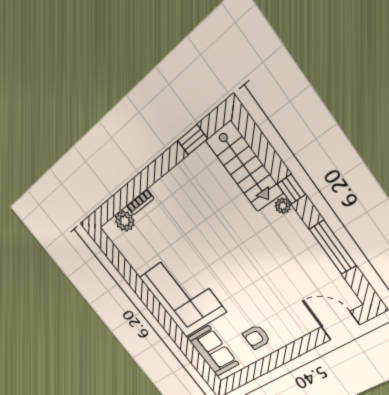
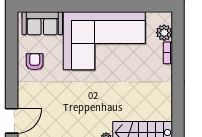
window: (193, 140) -> (178, 114), removed
corner sofa: (182, 294) -> (104, 41), width x1.36, depth x1.36

